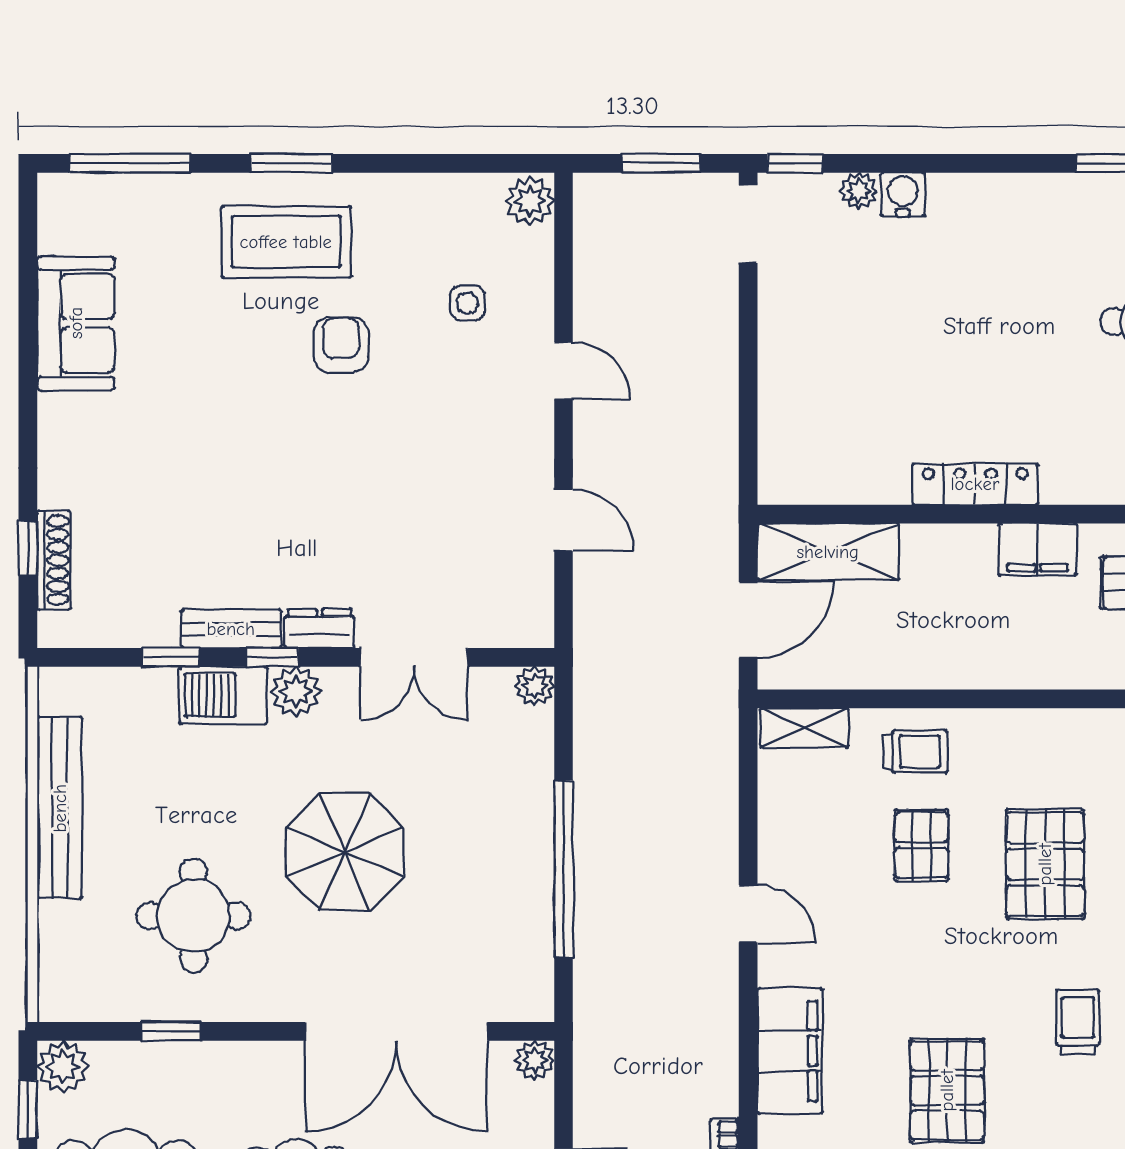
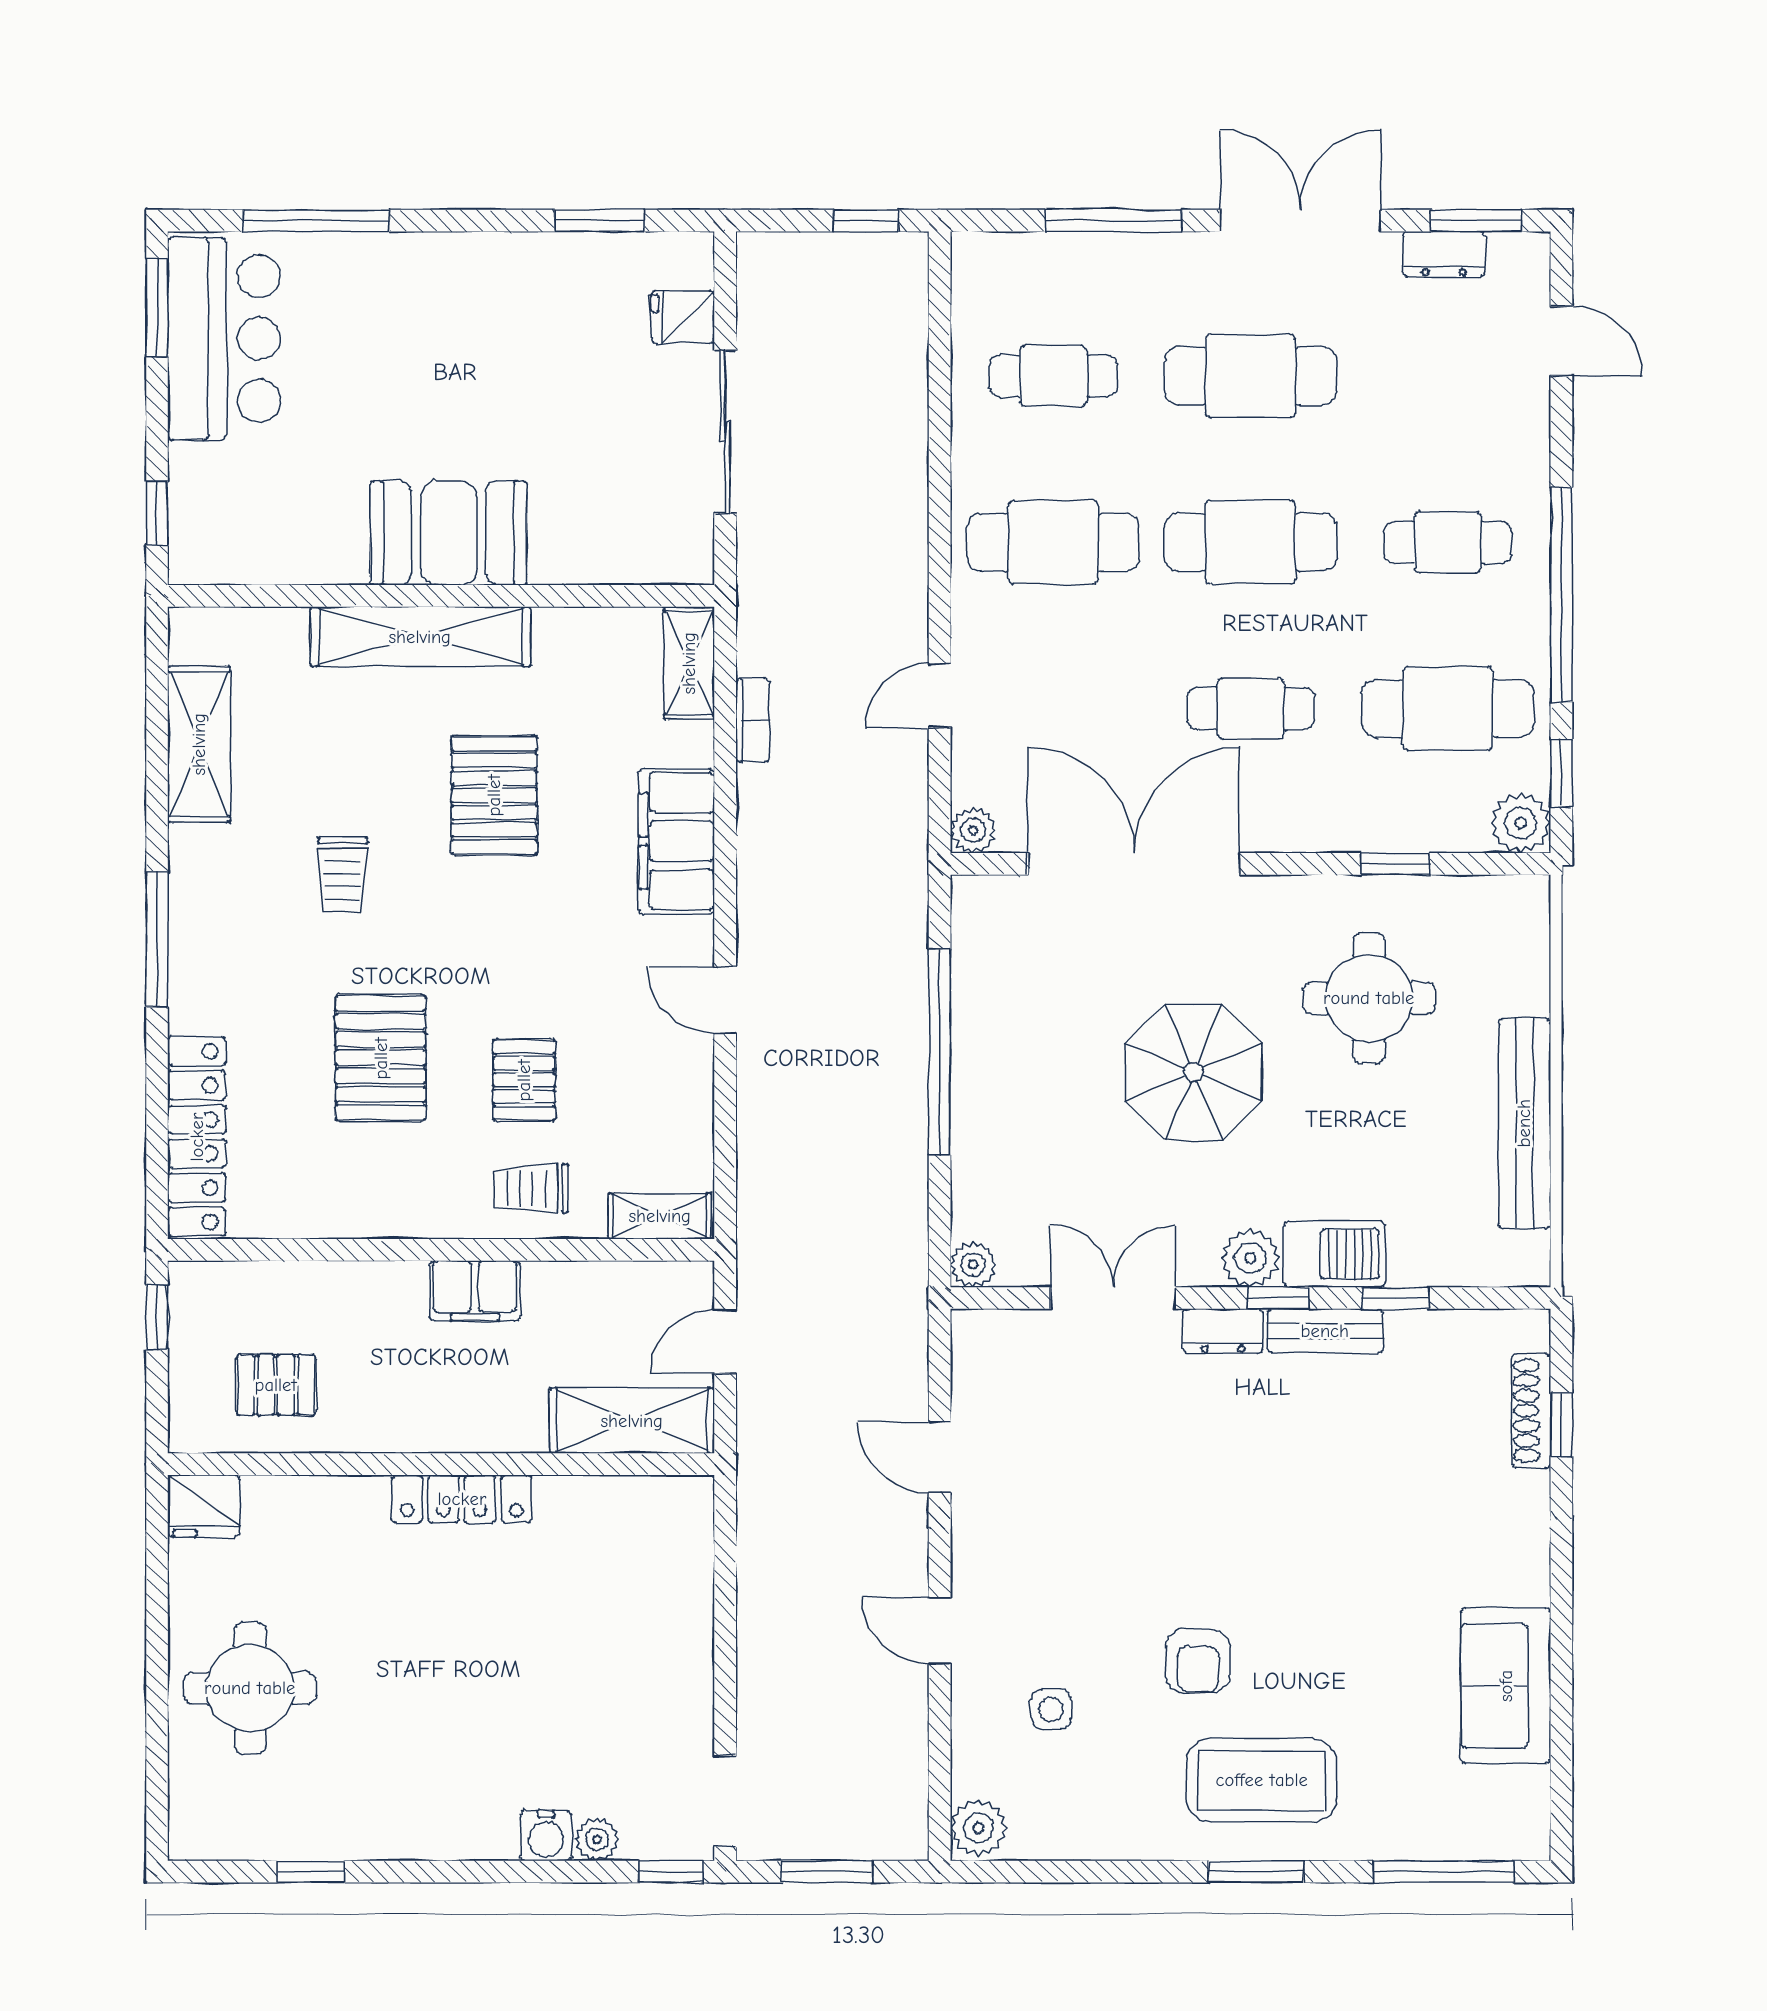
filing cabinet: (1038, 549) -> (475, 1291), moved, turned 180
door: (748, 620) -> (725, 1342), width x0.73

